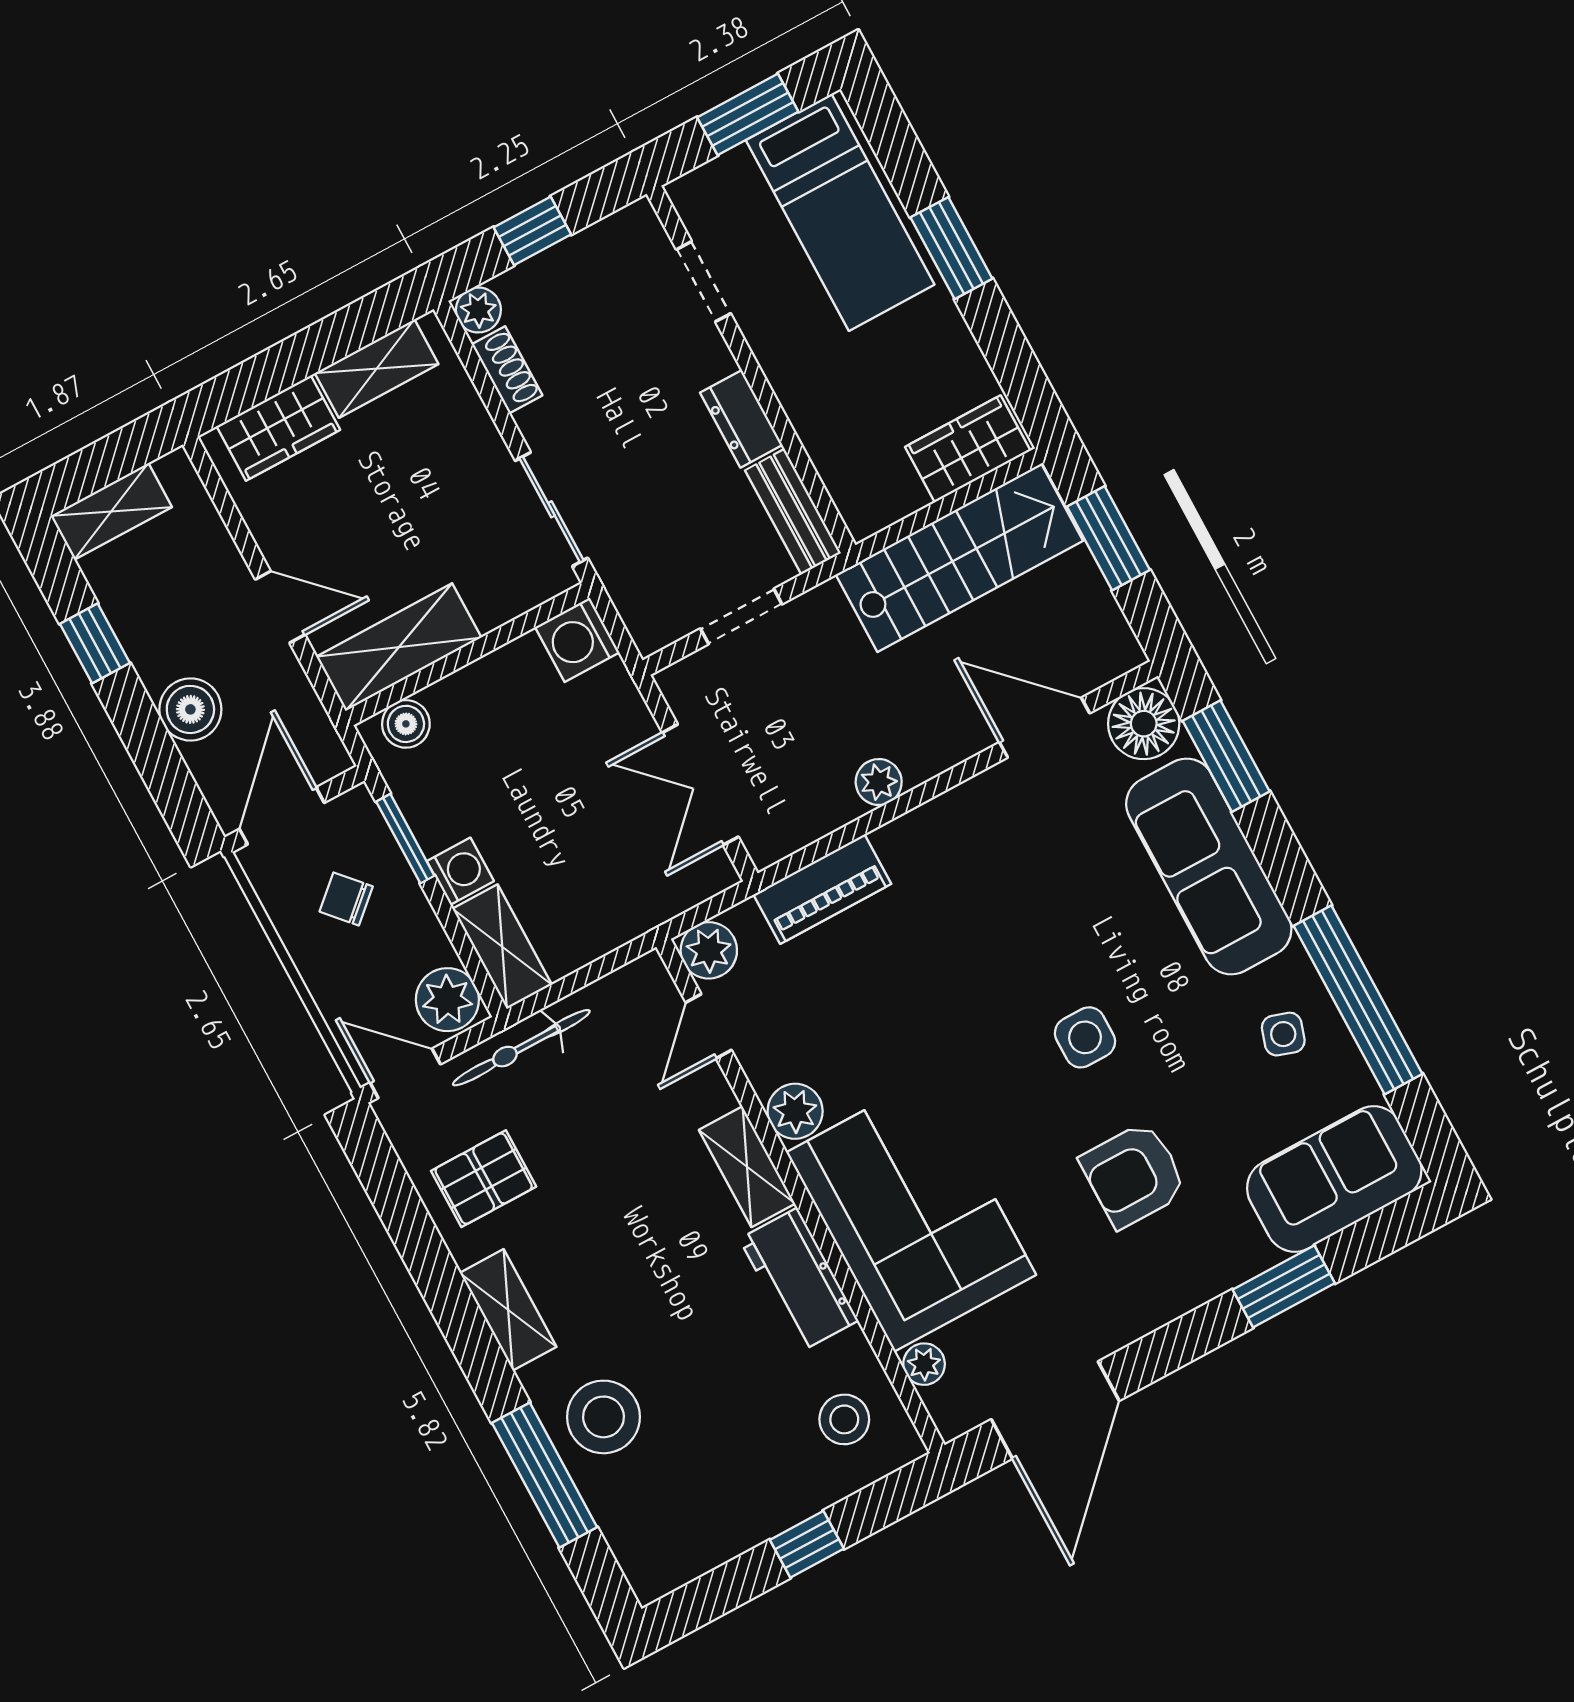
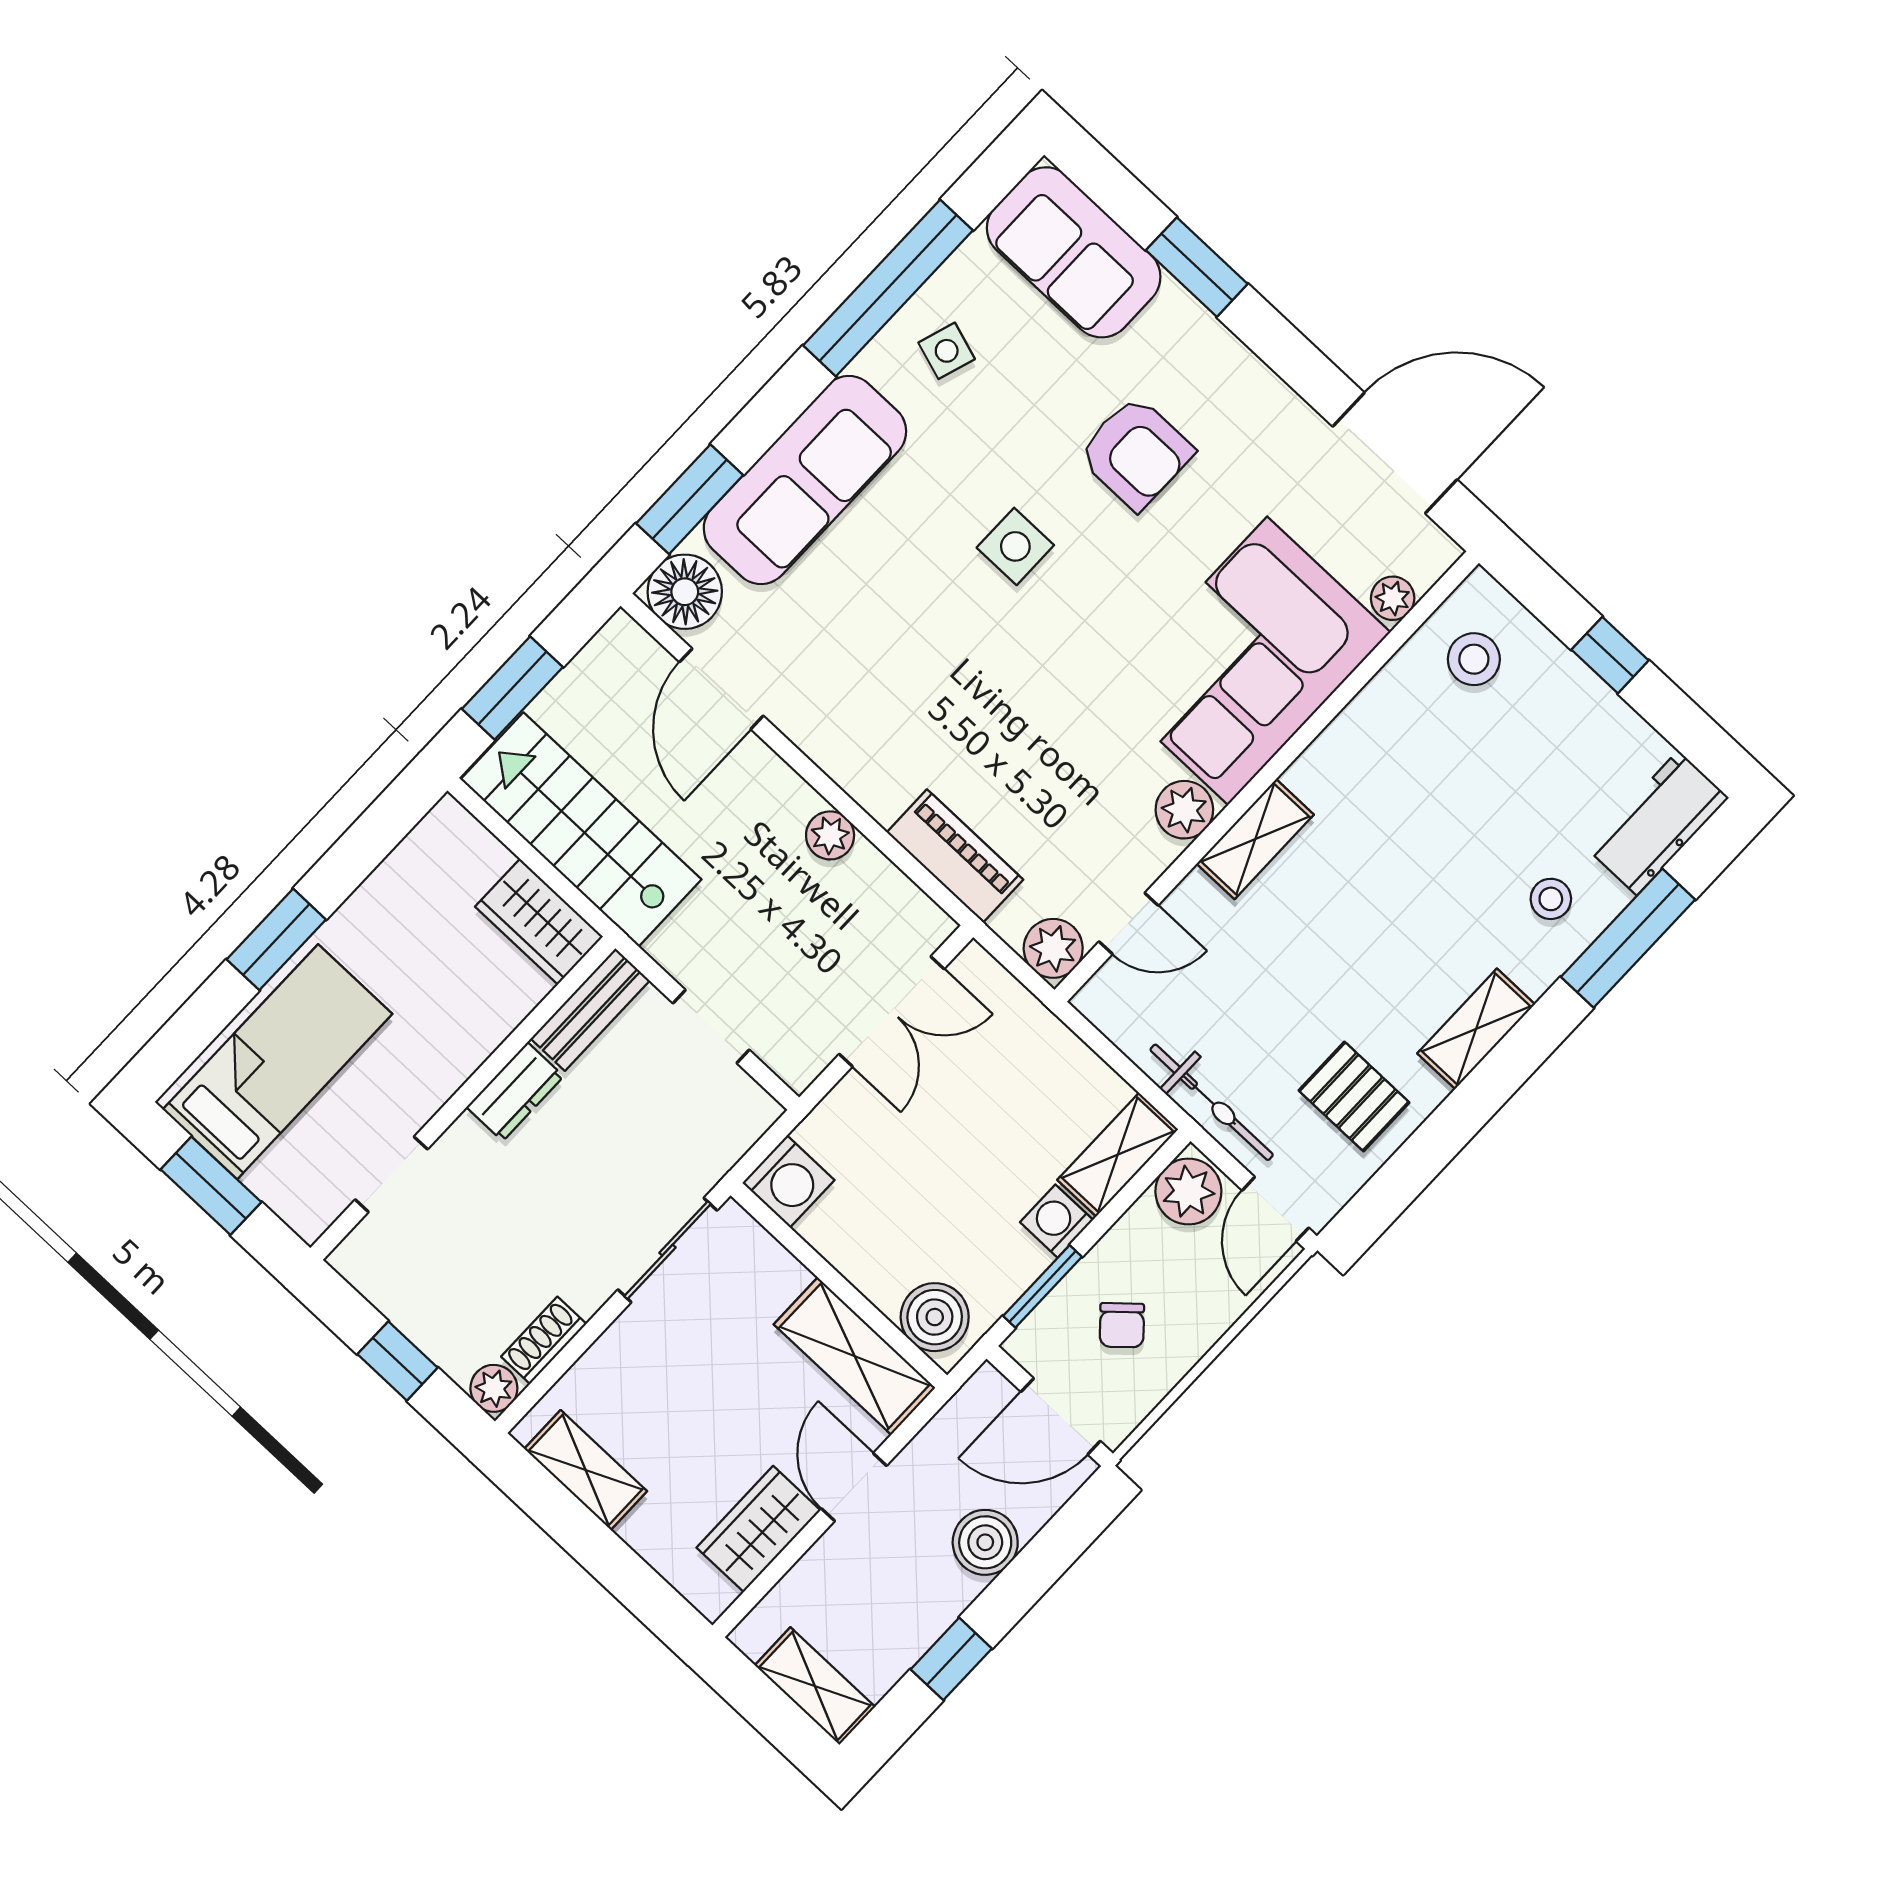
wardrobe: (278, 428) -> (759, 1529), moved, turned -90
wardrobe: (968, 449) -> (539, 922), moved
boiler: (406, 724) -> (935, 1317), width x1.36, depth x1.36
workbench: (799, 1280) -> (1658, 823), moved, turned 180
stool: (603, 1417) -> (1551, 899), width x0.53, depth x0.53

